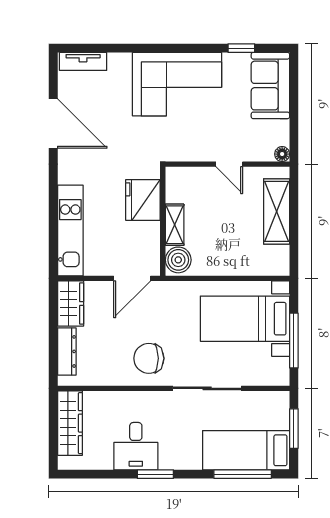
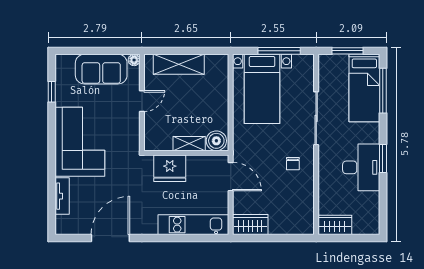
tv unit: (83, 61) -> (62, 196), moved
sofa: (270, 86) -> (101, 69), moved
dresser: (67, 351) -> (288, 227), removed
chair: (149, 358) -> (293, 164), width x0.54, depth x0.54
wardrobe: (70, 423) -> (335, 225), width x0.67
desk: (136, 446) -> (361, 167), width x1.37

